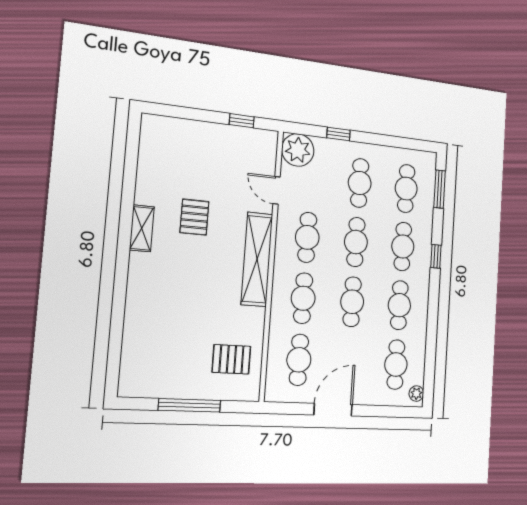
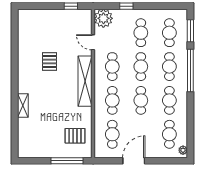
shelving: (142, 228) -> (23, 106), moved
window: (436, 256) -> (190, 70), width x3.17
window: (190, 405) -> (67, 161), moved

